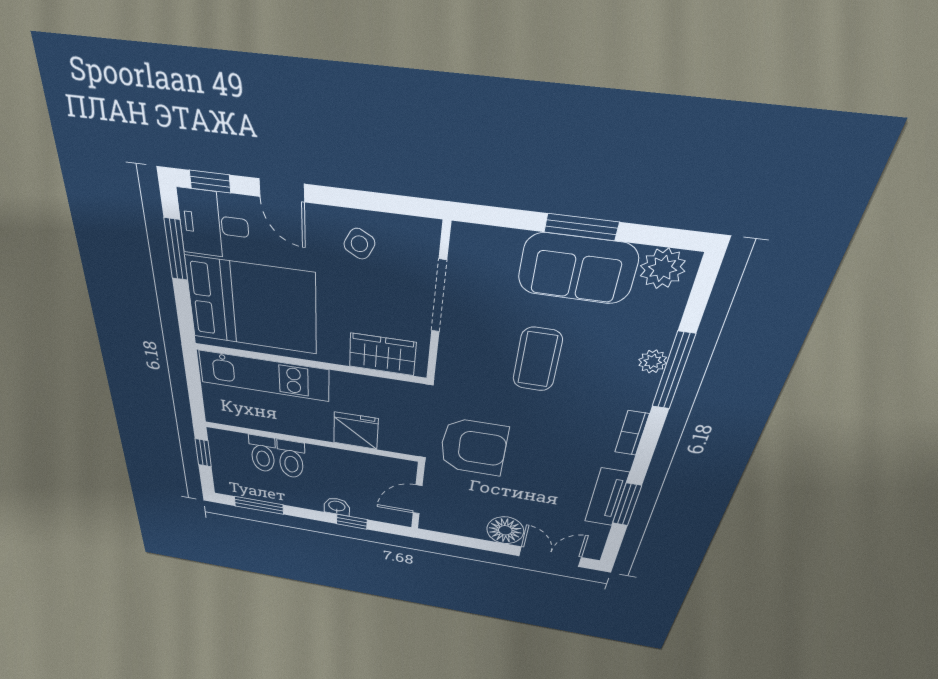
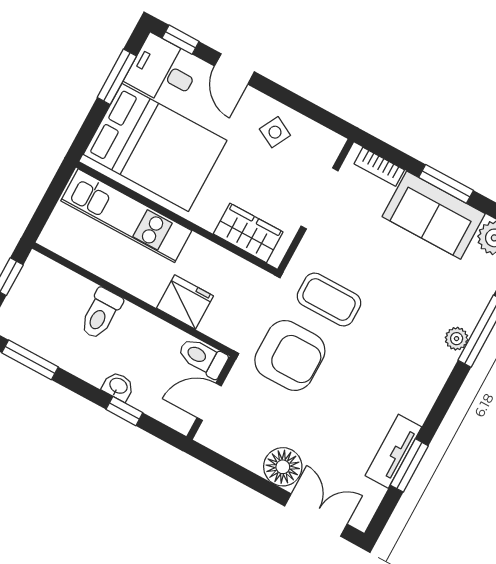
coffee table: (537, 360) -> (329, 299), moved, turned 90
plant: (653, 361) -> (457, 339), moved
bookcase: (632, 433) -> (379, 167), moved, turned -90
toilet: (263, 454) -> (202, 357), moved, turned 90

